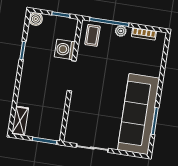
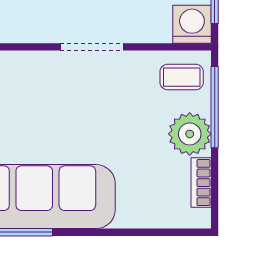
plant: (121, 31) -> (190, 134), width x1.88, depth x1.88
washing machine: (65, 49) -> (192, 24), moved

